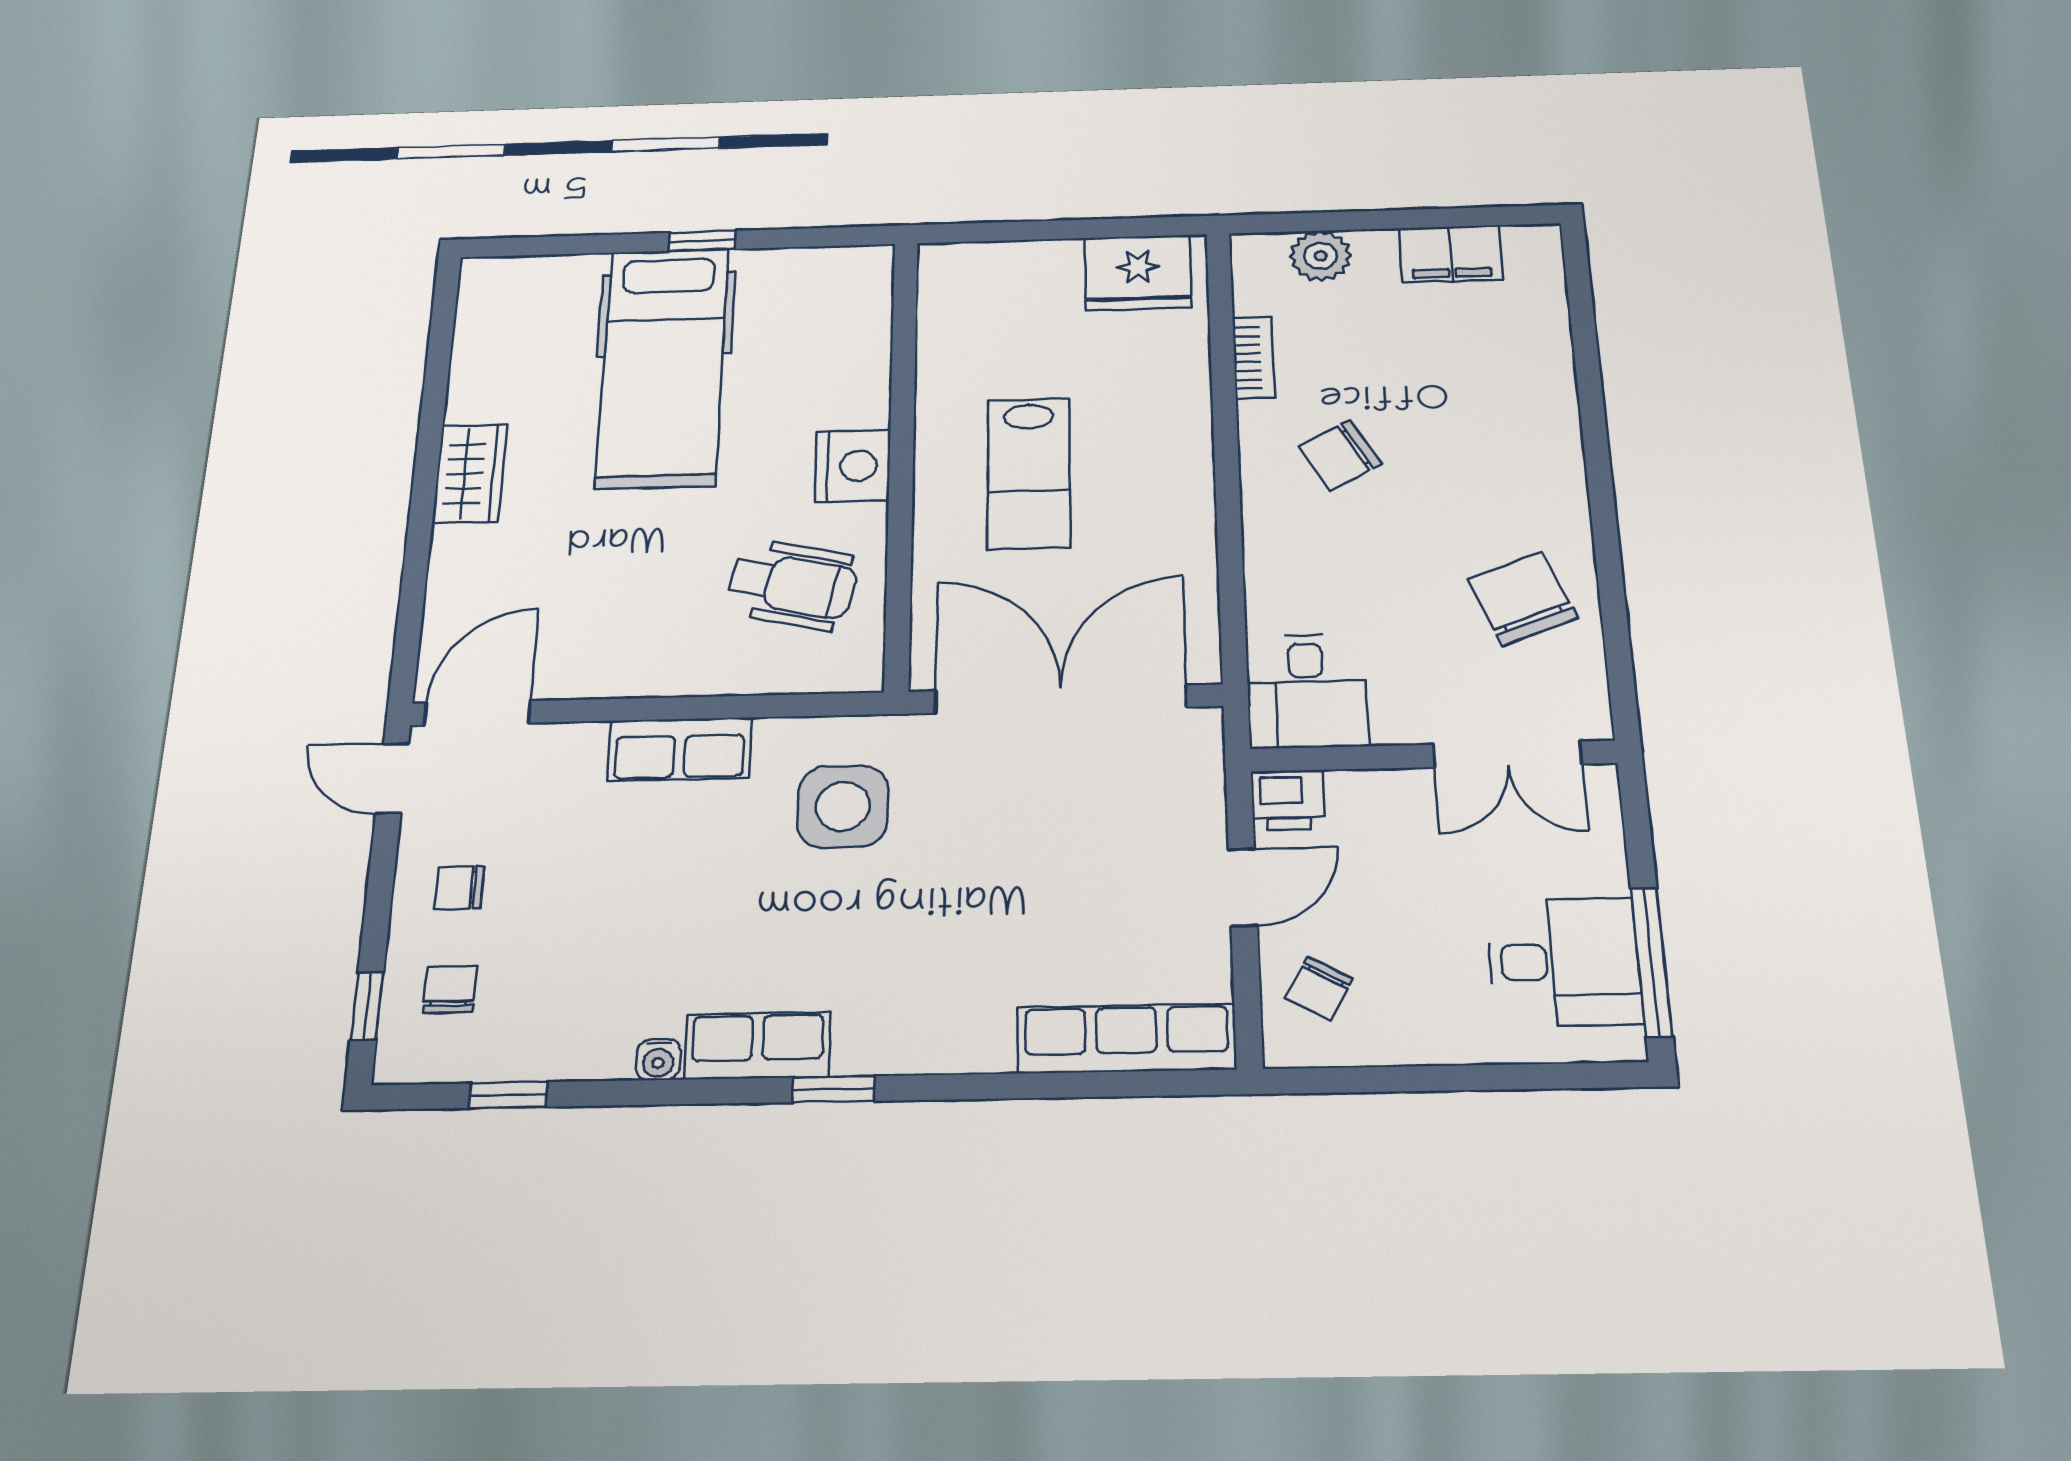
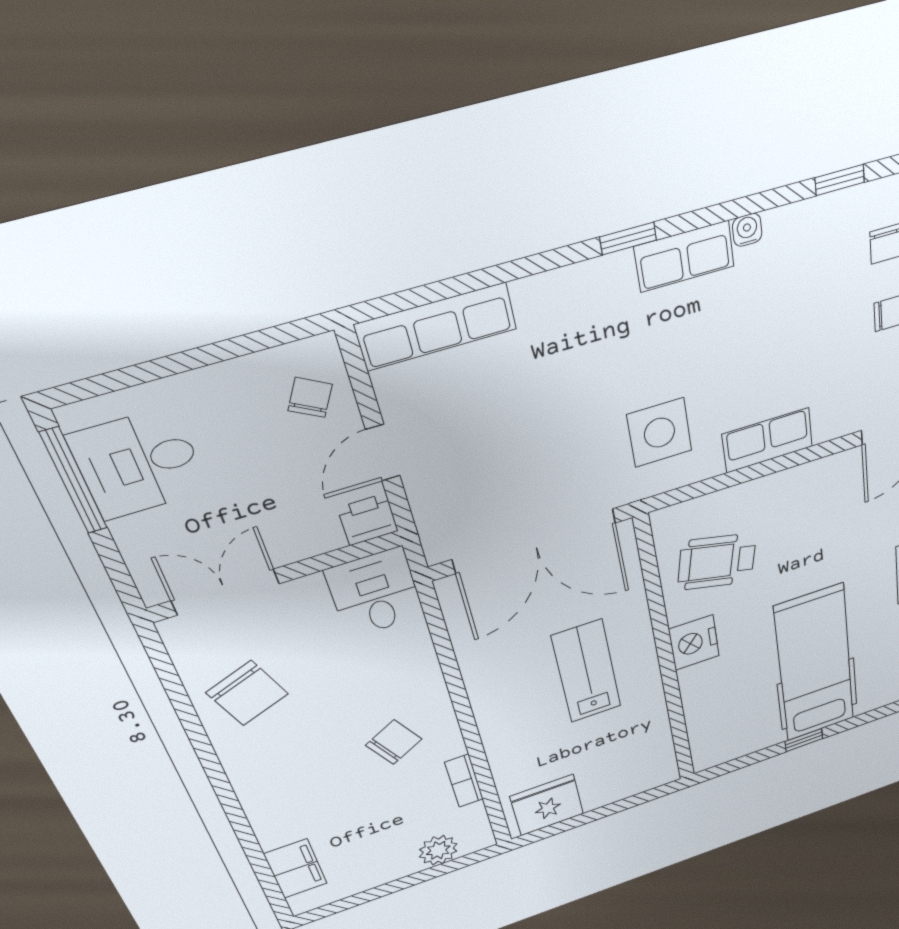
filing cabinet: (1451, 254) -> (296, 869), moved, turned 90

